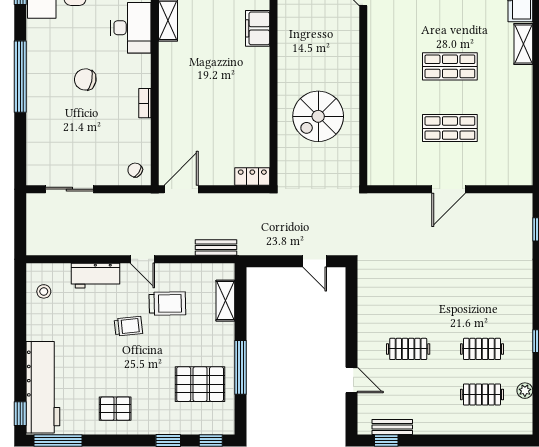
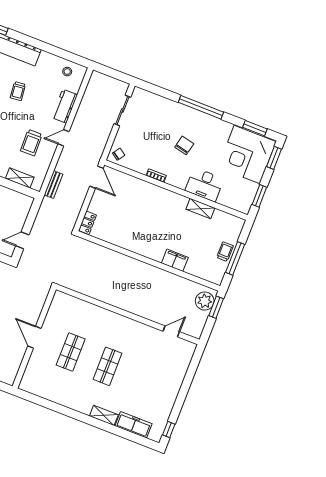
spiral stairs: (318, 116) -> (108, 276), removed
trolley: (128, 326) -> (18, 91), moved

